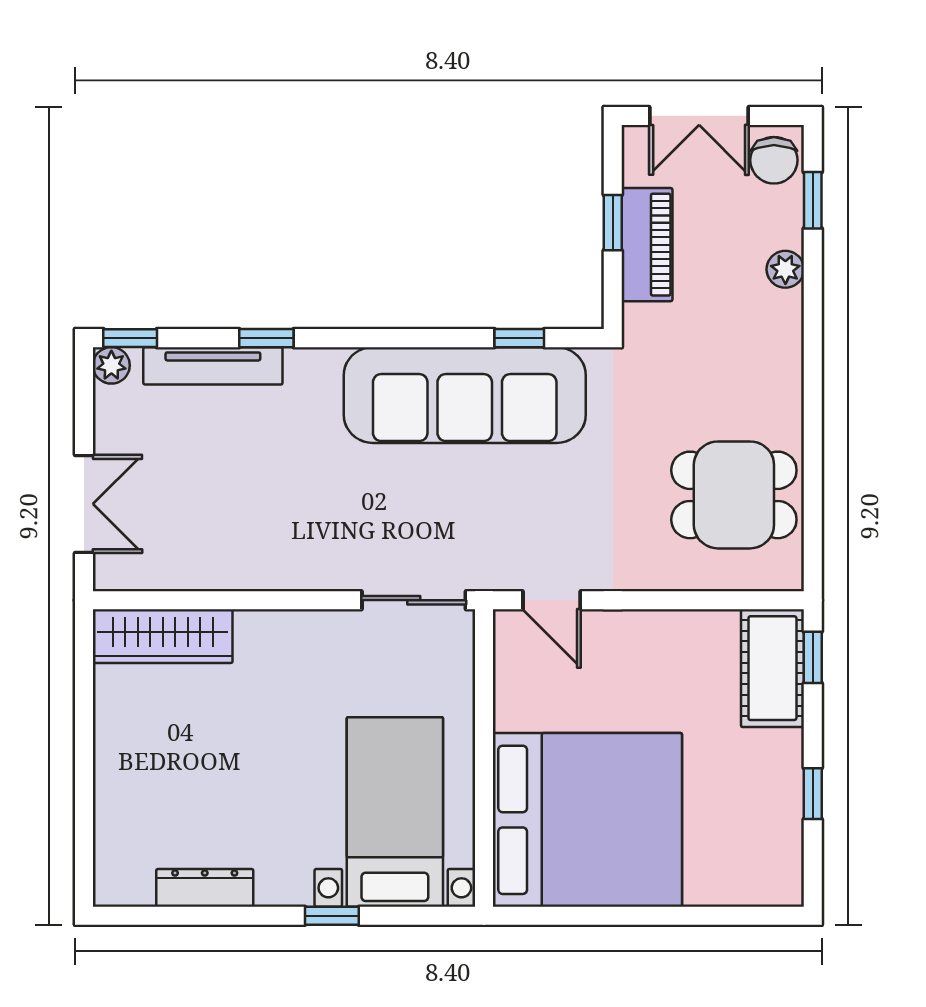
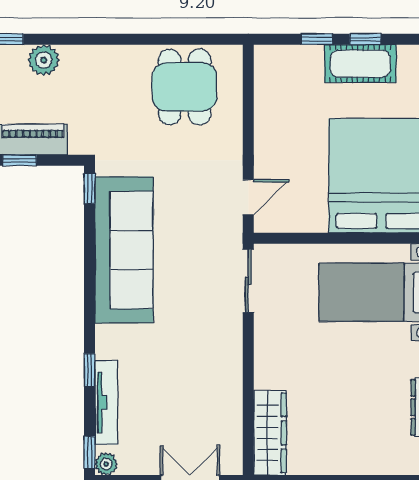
plant: (785, 269) -> (44, 60), width x1.38, depth x1.38
window: (519, 338) -> (90, 189), moved
window: (813, 657) -> (317, 39), moved
cot: (772, 668) -> (360, 64), moved

